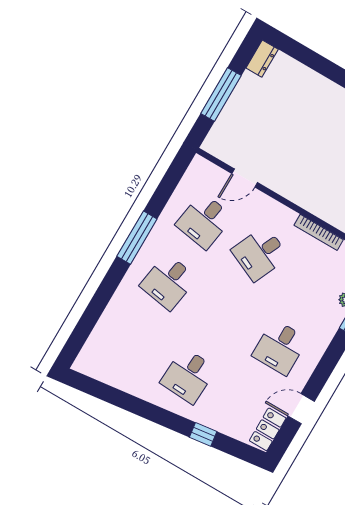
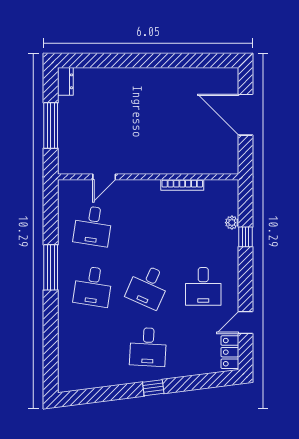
desk: (260, 253) -> (148, 286), moved
window: (203, 434) -> (153, 388), moved

